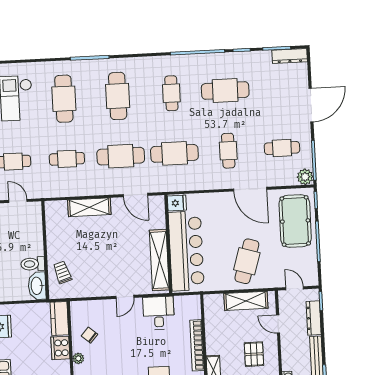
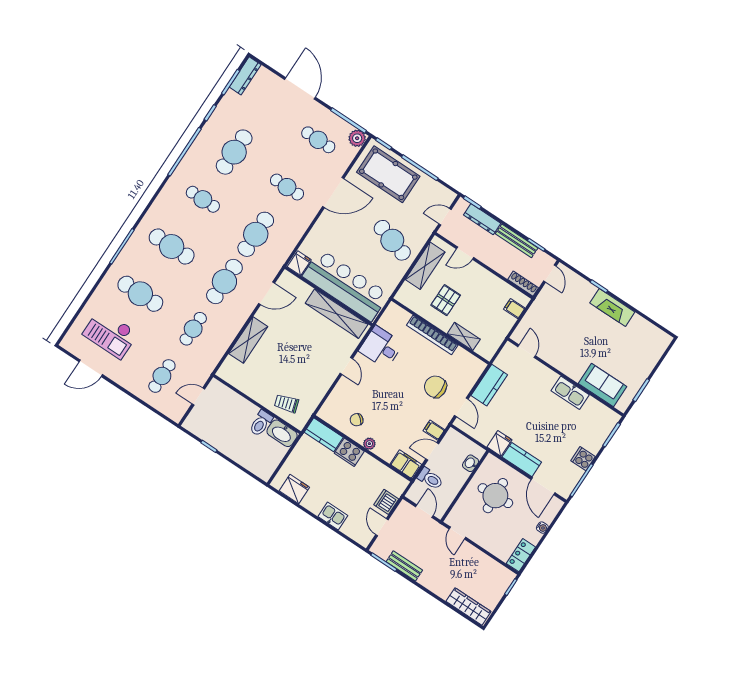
cafe table: (282, 148) -> (318, 140), turned 90
pallet: (254, 354) -> (446, 300), moved, turned 90

